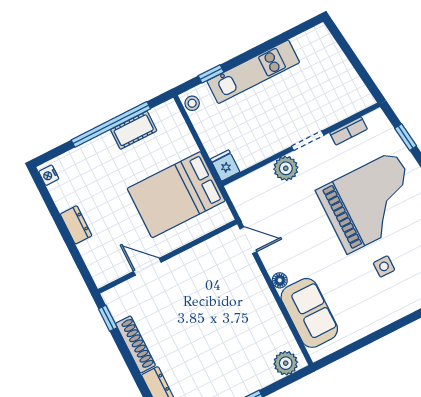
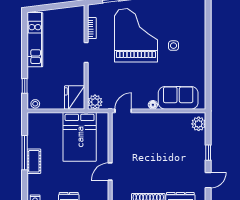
kitchen unit: (253, 72) -> (35, 40), moved
window: (111, 124) -> (25, 153), width x0.68
cot: (134, 130) -> (34, 161), moved
fridge: (225, 166) -> (75, 97), width x1.88, depth x1.34
plant: (286, 168) -> (95, 102), moved

